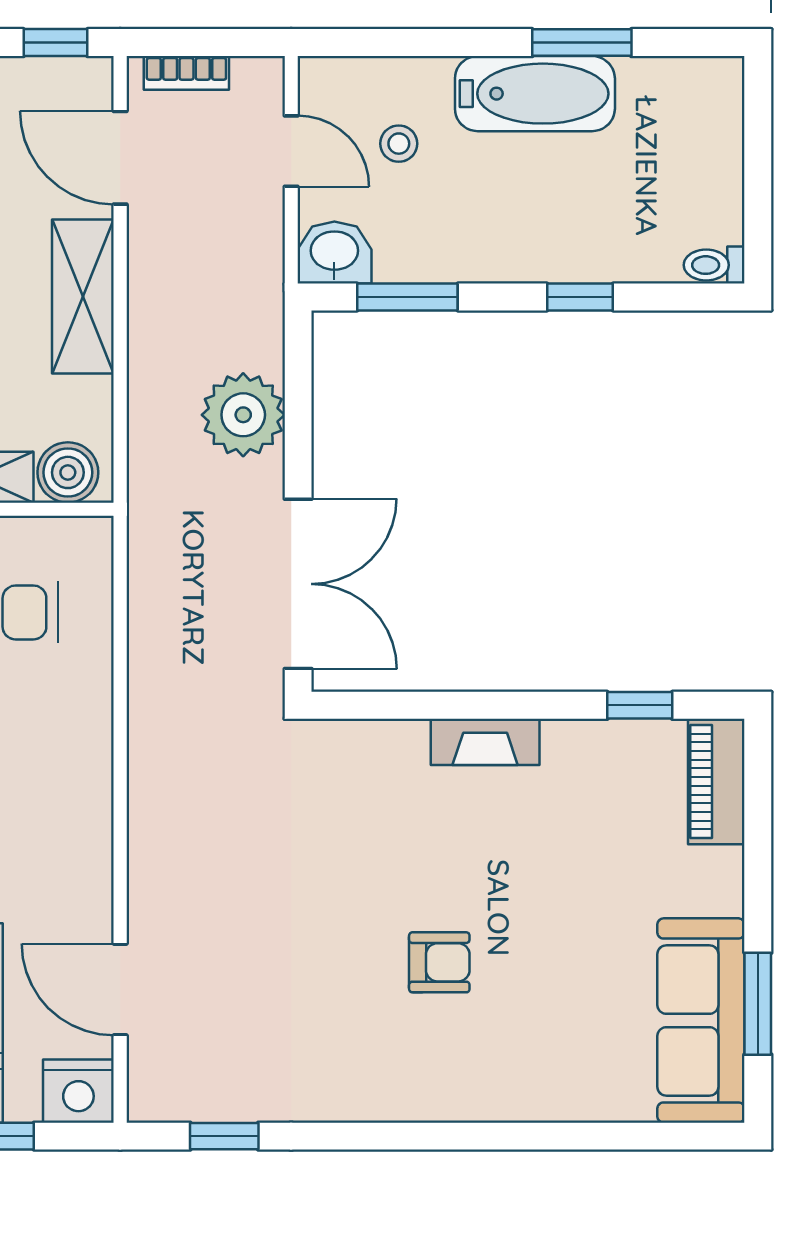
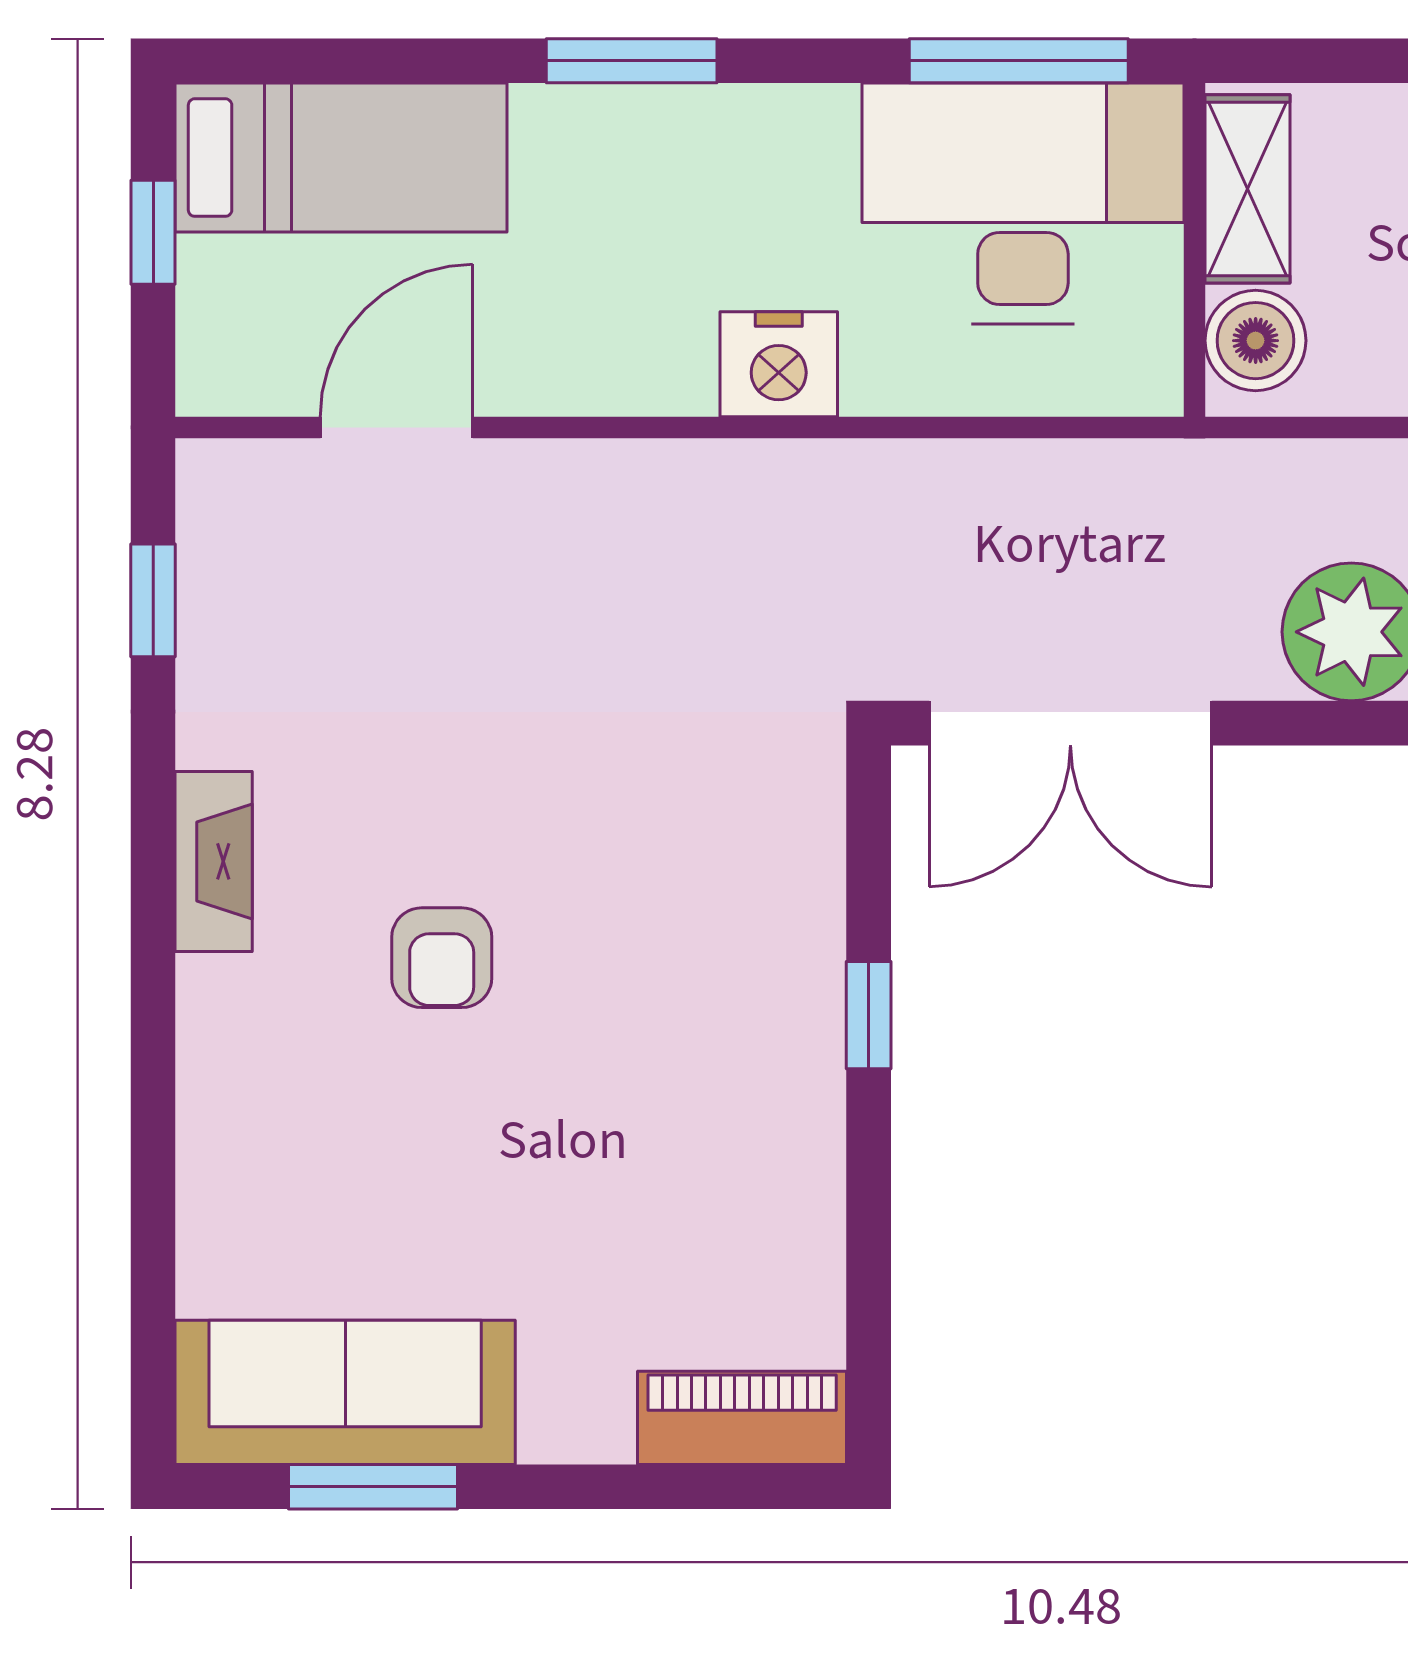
window: (640, 705) -> (869, 1015), moved
fireplace: (485, 742) -> (214, 861), moved, turned 180
nightstand: (78, 1091) -> (779, 364), moved, turned -90

